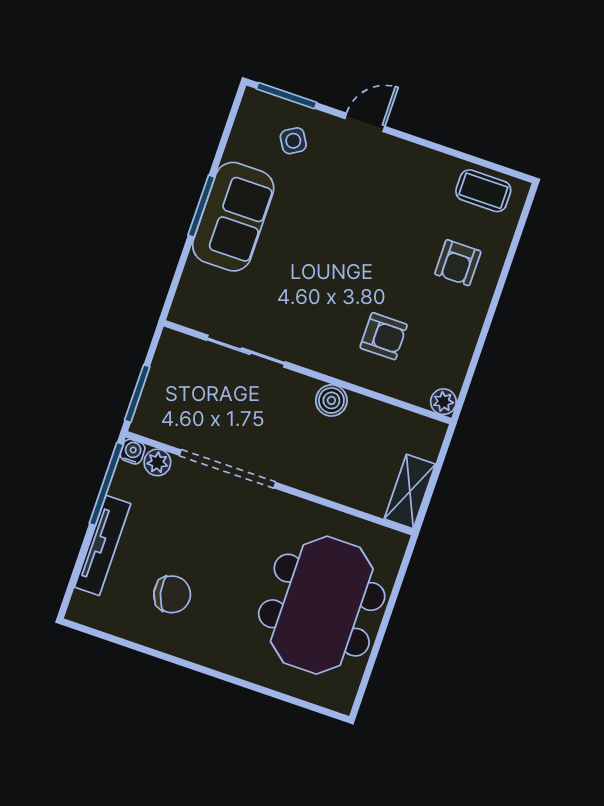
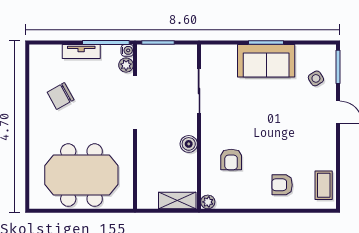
shelving: (410, 492) -> (177, 200), moved
tv unit: (103, 545) -> (81, 52), width x0.71
chair: (172, 594) -> (61, 96), turned 74

